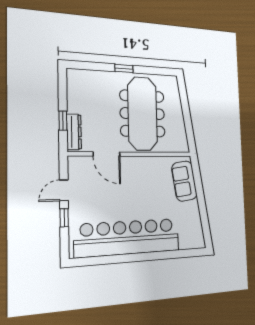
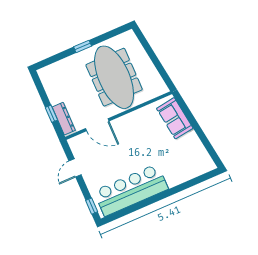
window: (64, 218) -> (92, 206), moved
bar counter: (128, 238) -> (131, 190), width x0.73

